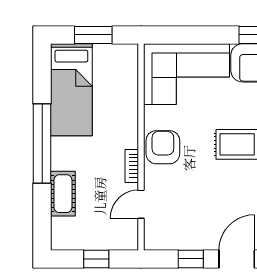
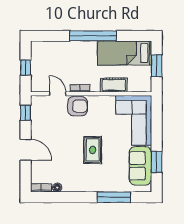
armchair: (163, 147) -> (78, 106), moved
cot: (63, 194) -> (114, 85), moved
window: (191, 259) -> (26, 113), moved

